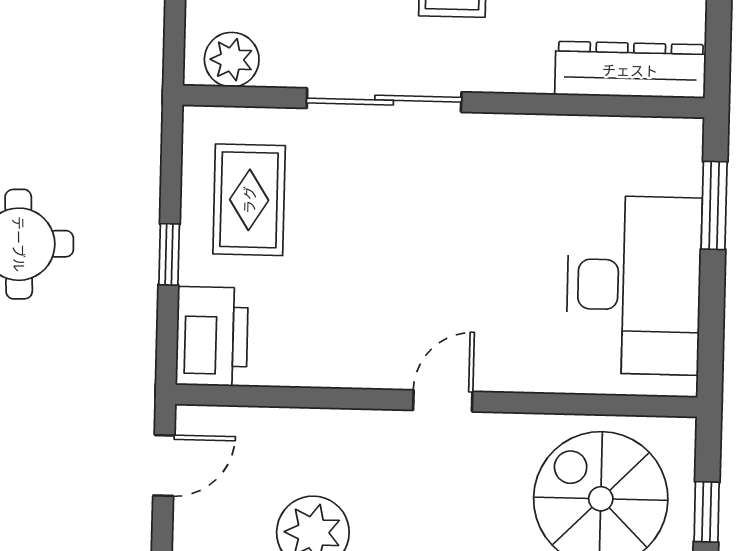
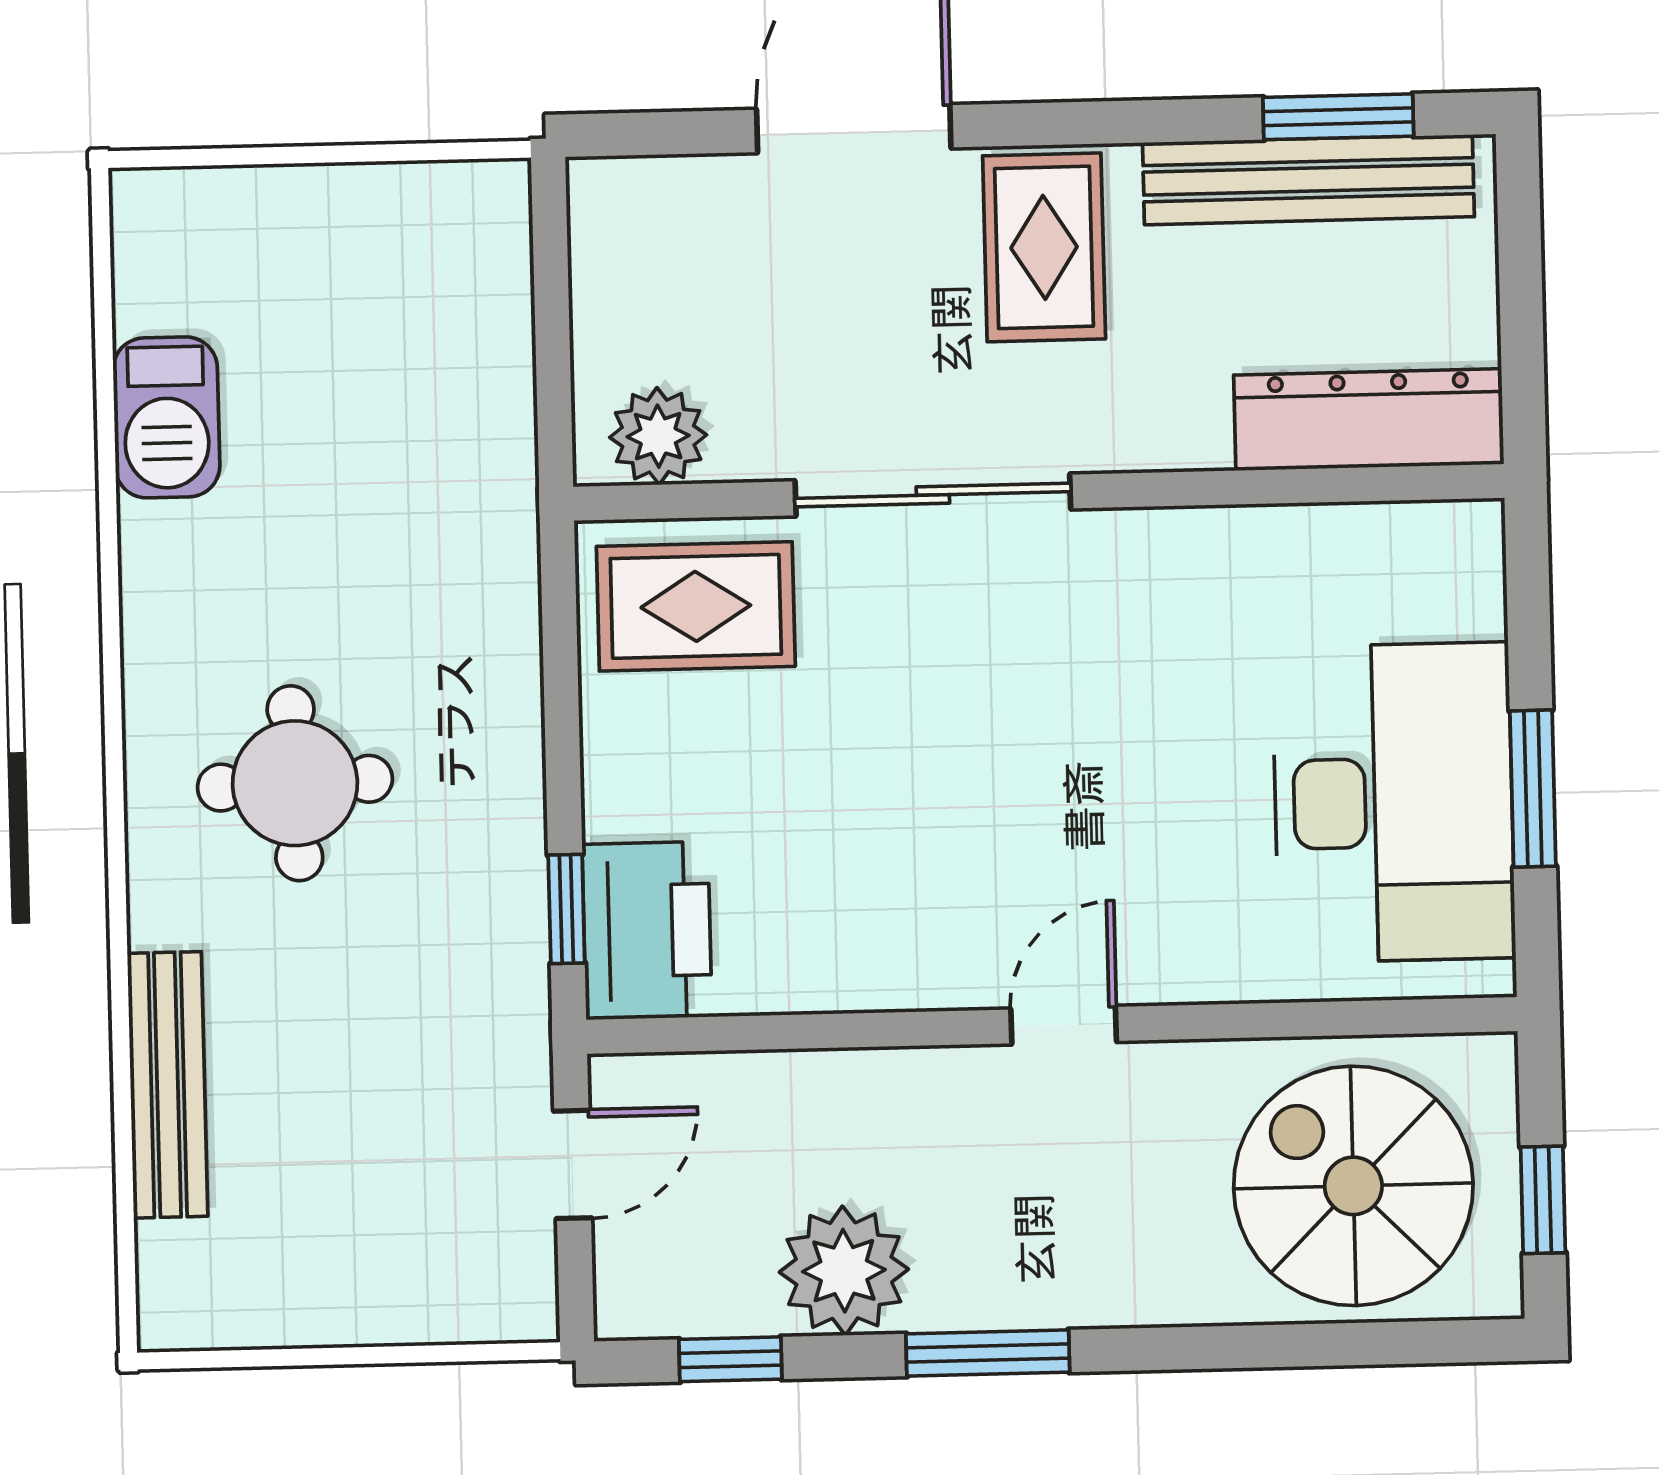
rug: (249, 200) -> (696, 606), moved, turned 90
window: (714, 205) -> (1533, 789), moved
window: (169, 254) -> (566, 909), moved

